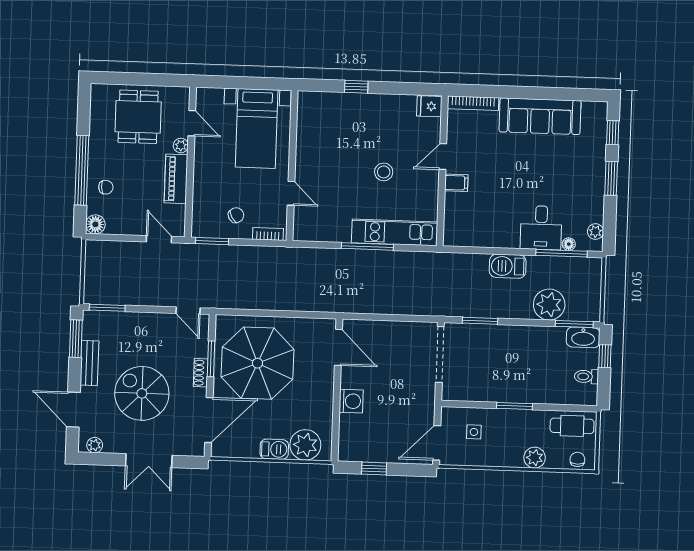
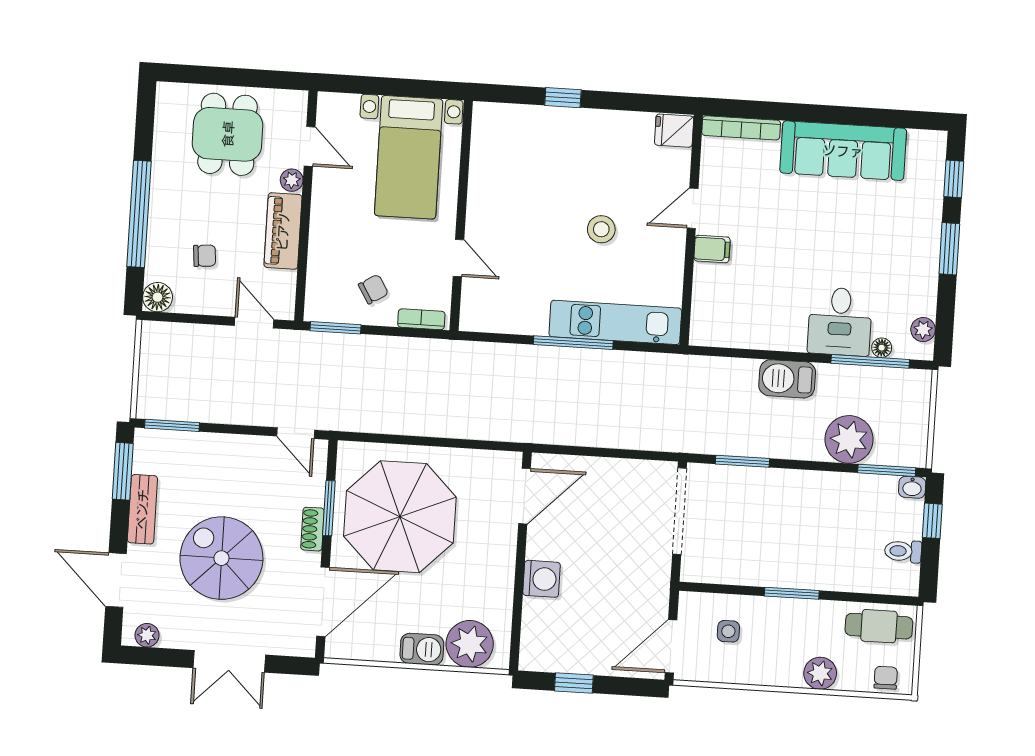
chair: (106, 187) -> (205, 256), moved
washbasin: (583, 337) -> (912, 487), width x0.52, depth x0.69
door: (338, 347) -> (524, 496), hinge flipped

